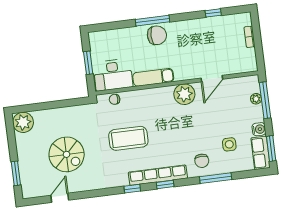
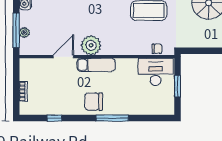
chair: (157, 35) -> (94, 102), moved
exam couch: (153, 77) -> (96, 65), moved

